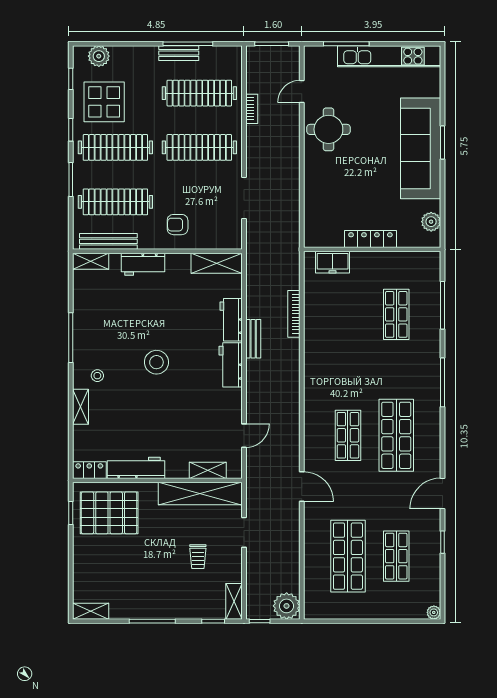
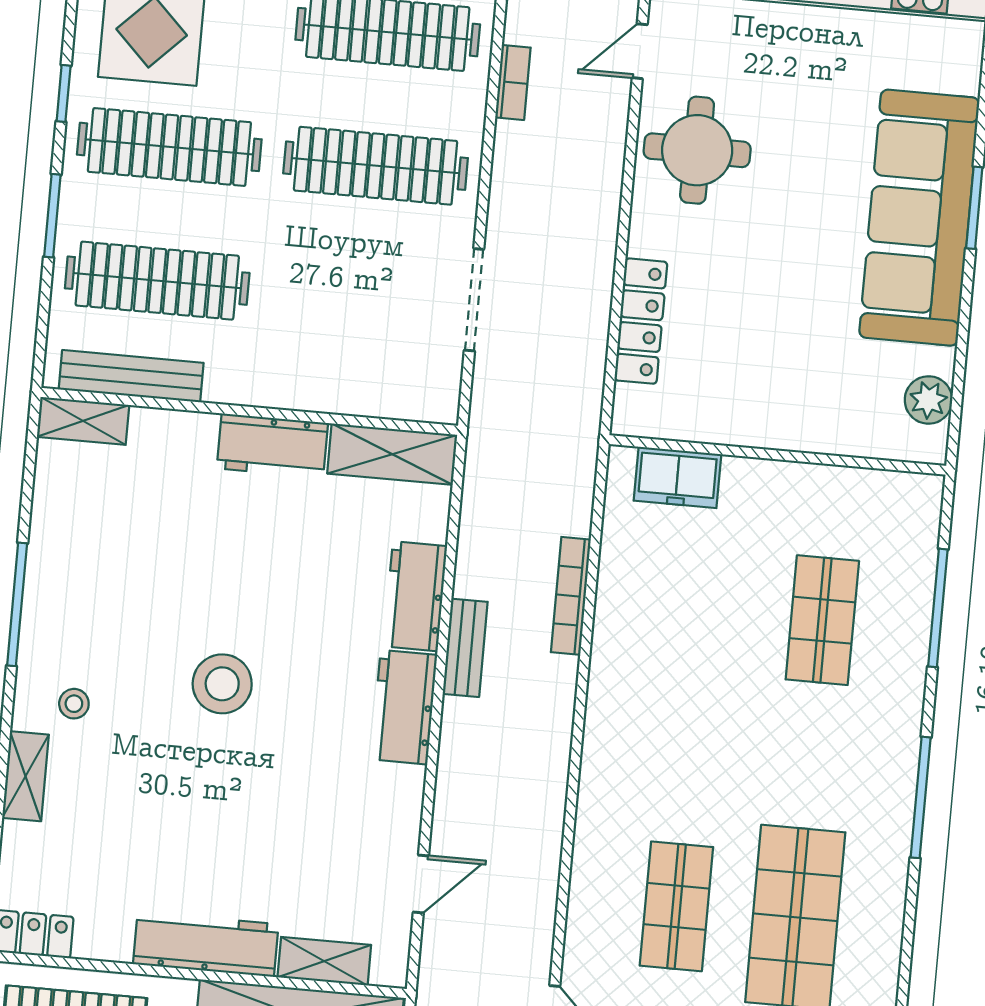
armchair: (178, 225) -> (305, 350), removed
locker: (370, 239) -> (641, 321), moved, turned 90
workbench: (143, 264) -> (272, 446), moved
workbench: (136, 468) -> (206, 944), moved

